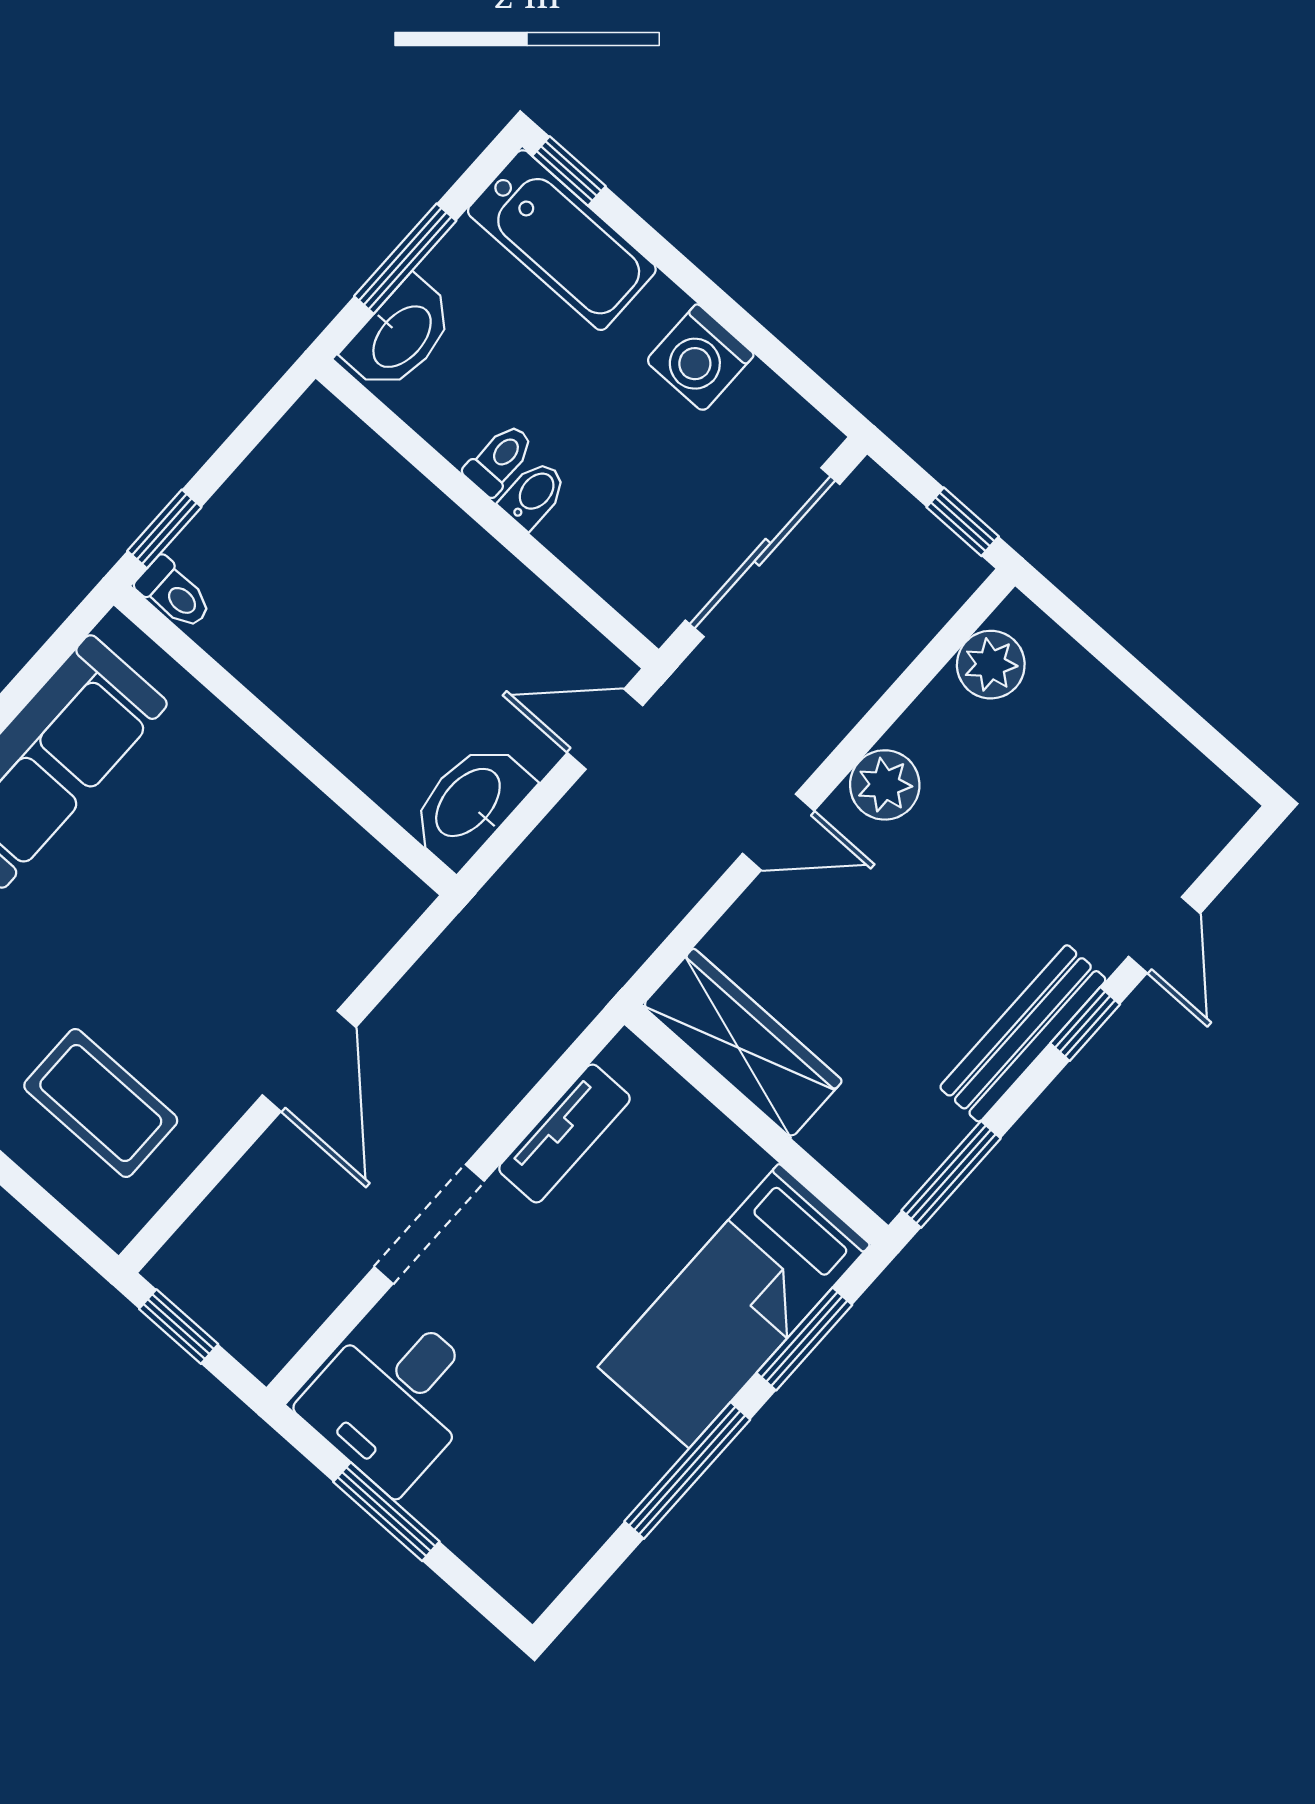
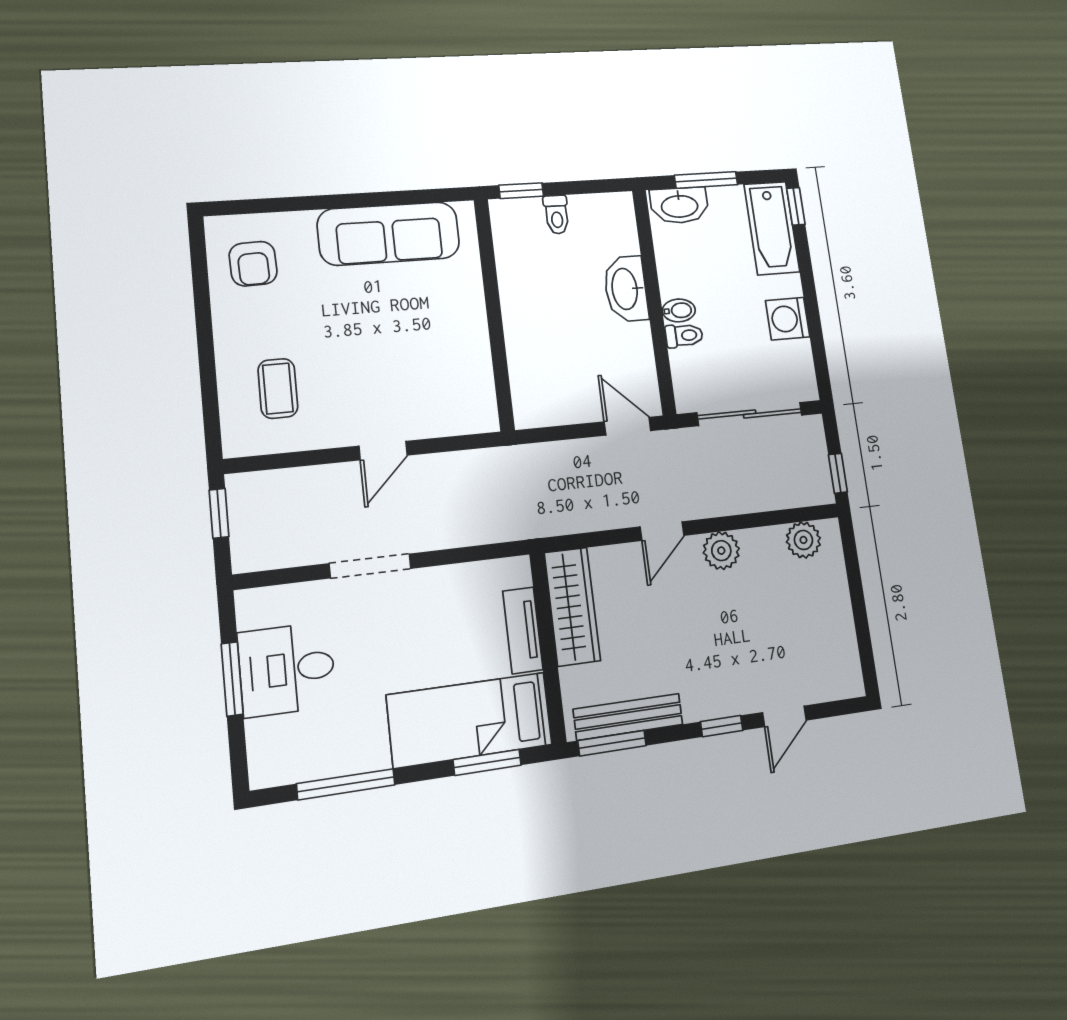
toilet: (499, 459) -> (684, 336), moved
toilet: (174, 593) -> (557, 214), moved
washbasin: (470, 804) -> (626, 289), moved, turned -90
door: (778, 832) -> (662, 531), hinge flipped
bench: (1023, 1033) -> (628, 717), moved
door: (309, 1061) -> (383, 451), width x0.73
coffee table: (101, 1103) -> (278, 388), width x0.73, depth x0.77
tv unit: (564, 1133) -> (523, 630), moved, turned 90
desk: (394, 1398) -> (287, 669), moved
window: (687, 1470) -> (346, 784), moved

